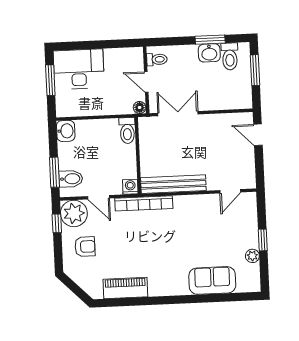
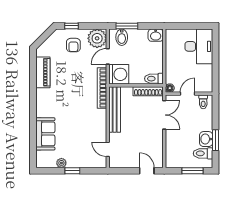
window: (50, 80) -> (192, 26), removed
door: (258, 135) -> (147, 171), hinge flipped
shoe rack: (145, 138) -> (148, 91), added
washing machine: (130, 187) -> (119, 74), width x1.89, depth x1.89
window: (57, 223) -> (71, 26), moved

